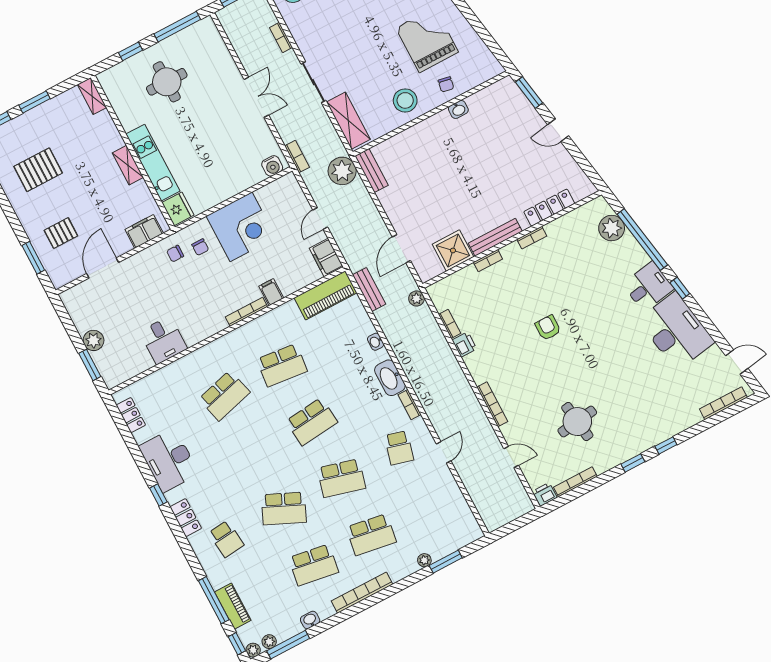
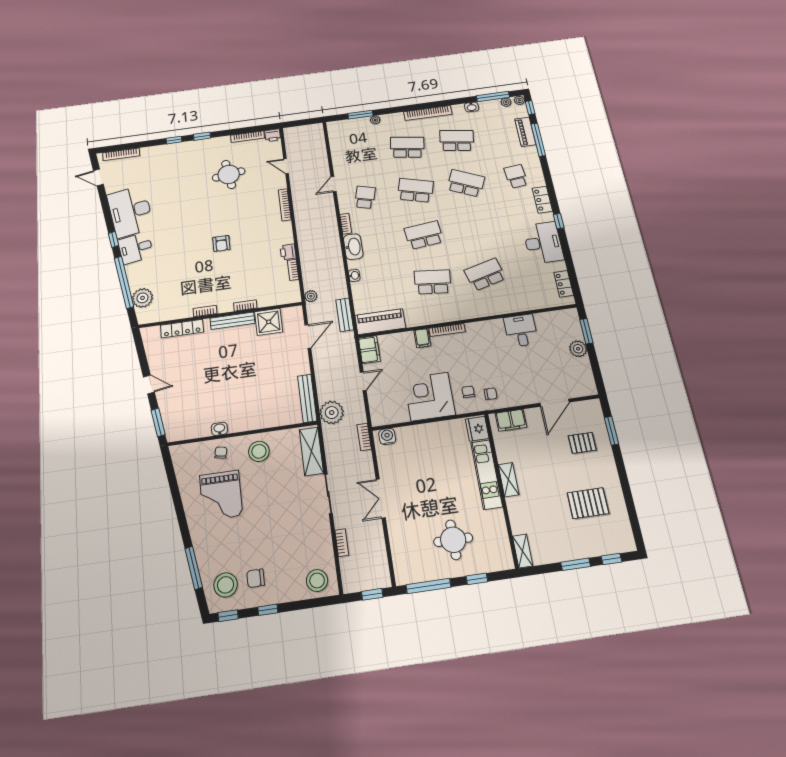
bench: (372, 171) -> (307, 398), width x1.36

